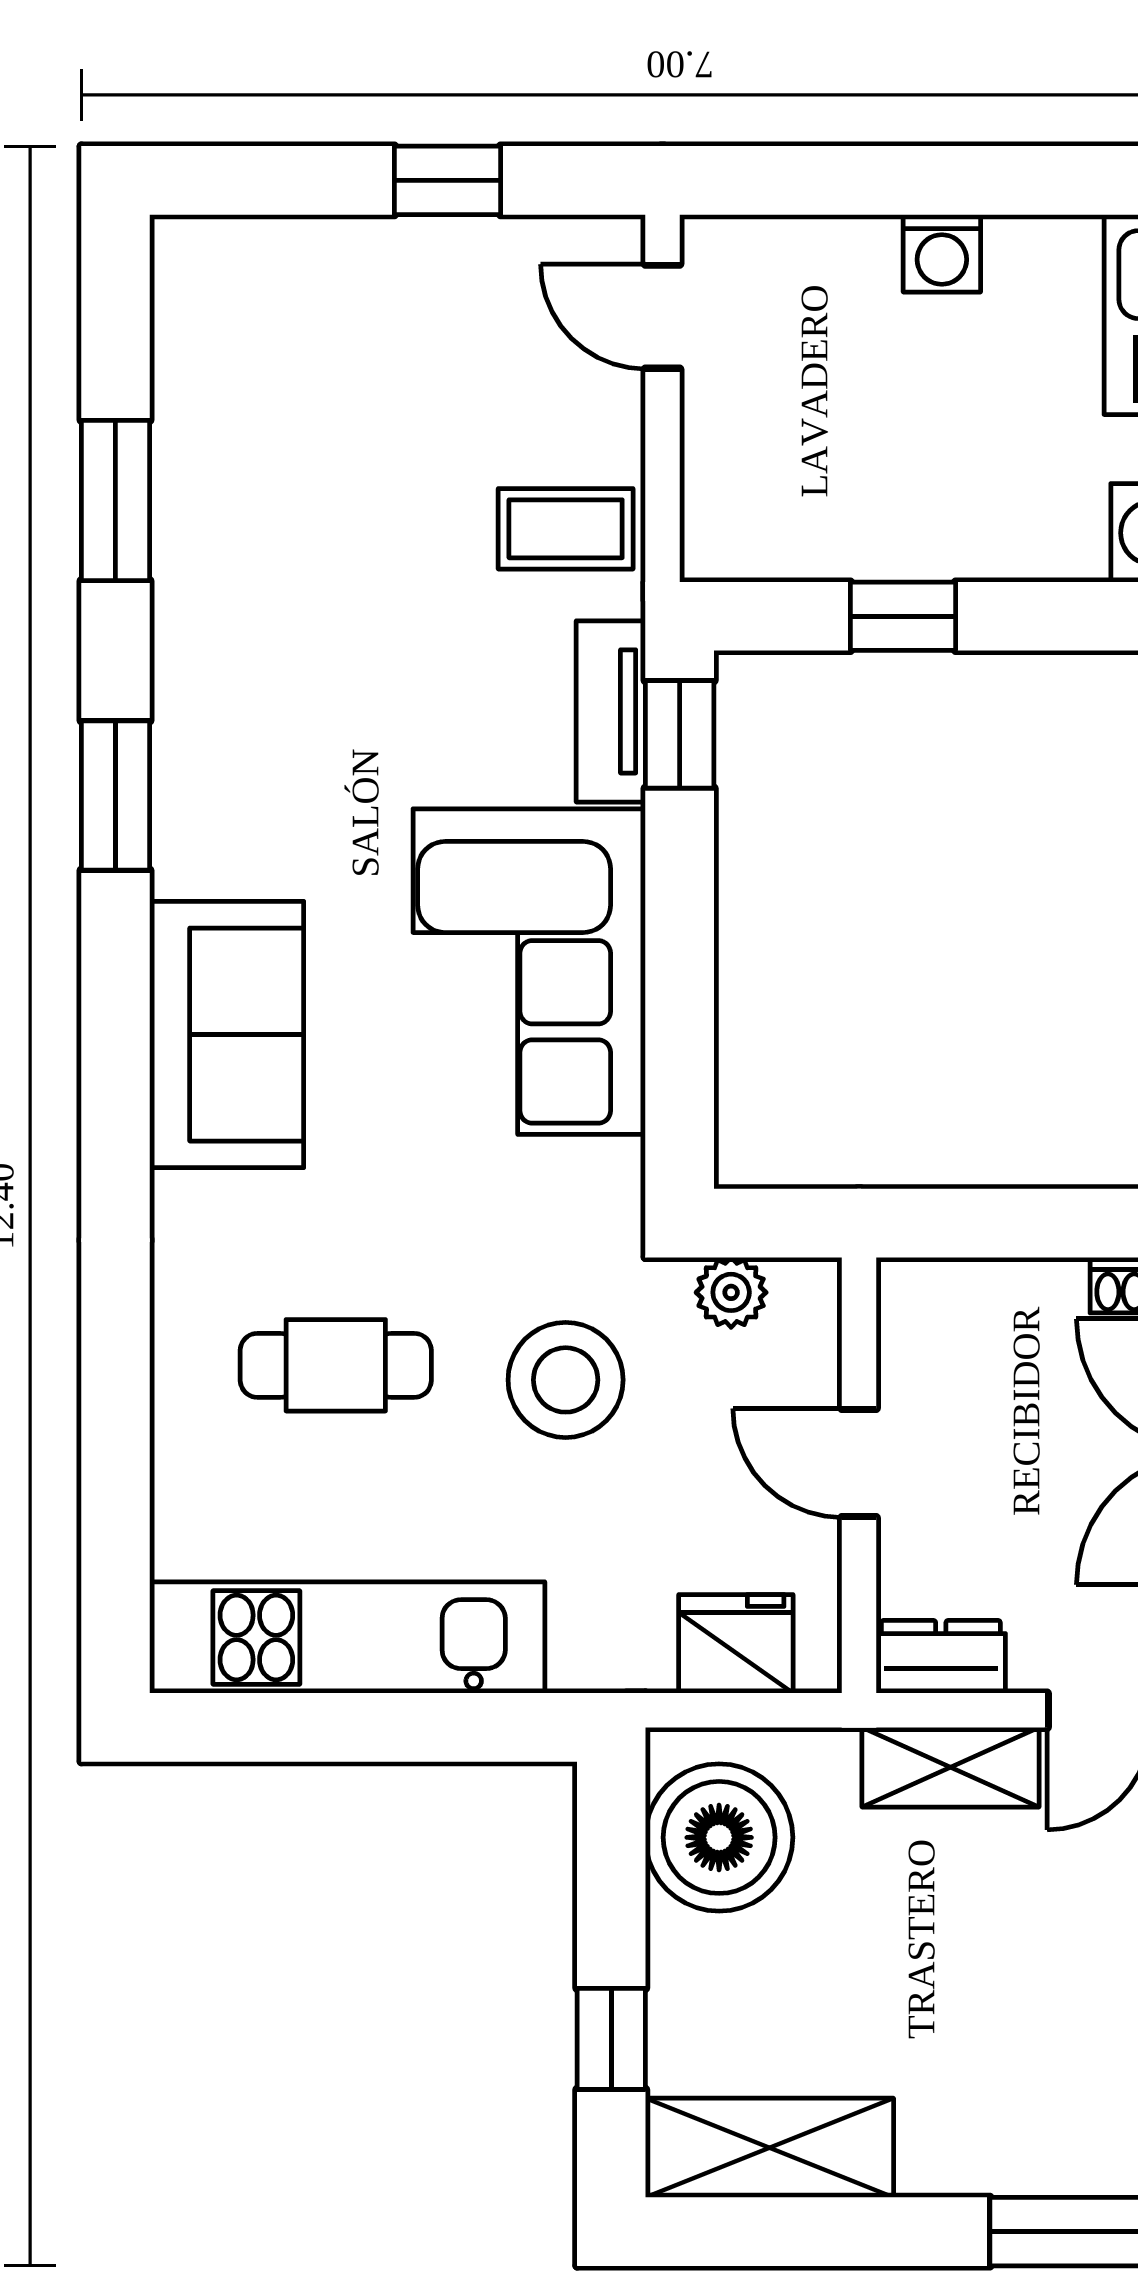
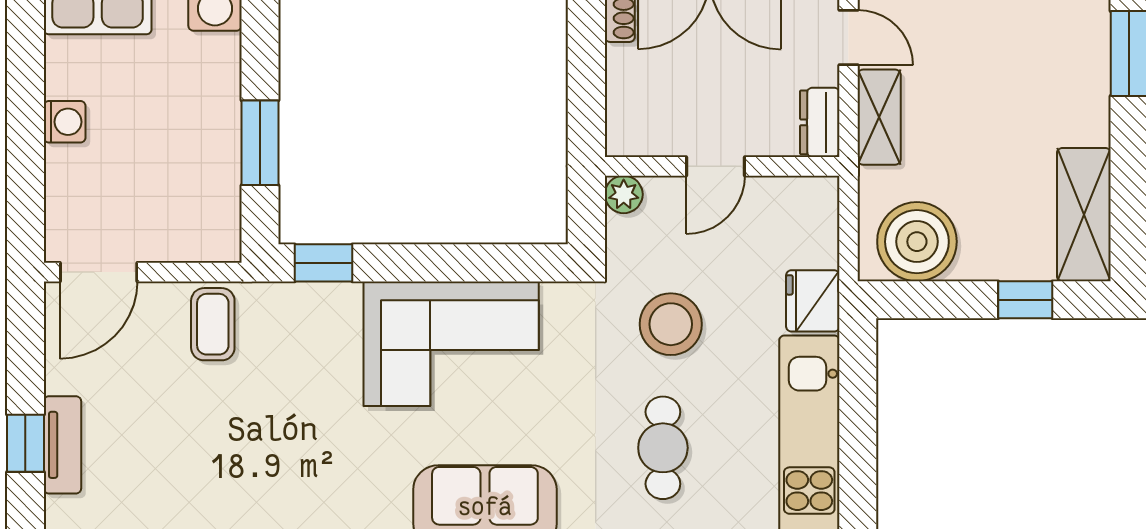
window: (447, 180) -> (25, 443), moved
door: (662, 317) -> (99, 272), width x1.37
window: (903, 616) -> (260, 143), width x1.50
tv unit: (611, 711) -> (62, 445), moved, turned -90
plant: (731, 1292) -> (624, 194), moved
fridge: (736, 1644) -> (813, 301), moved

